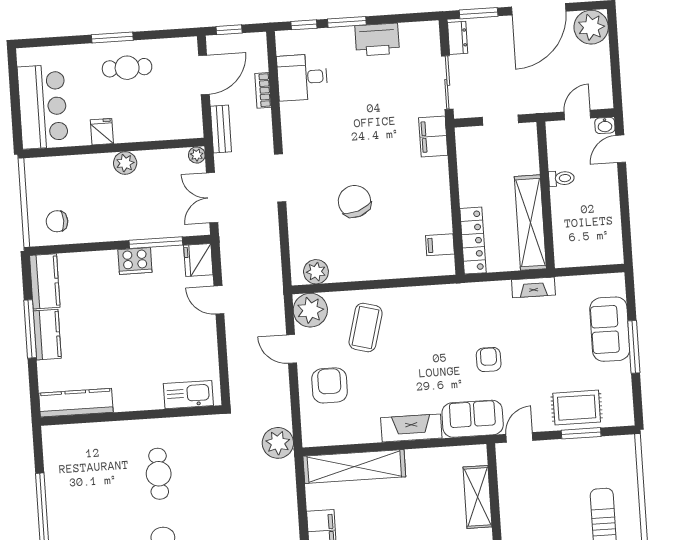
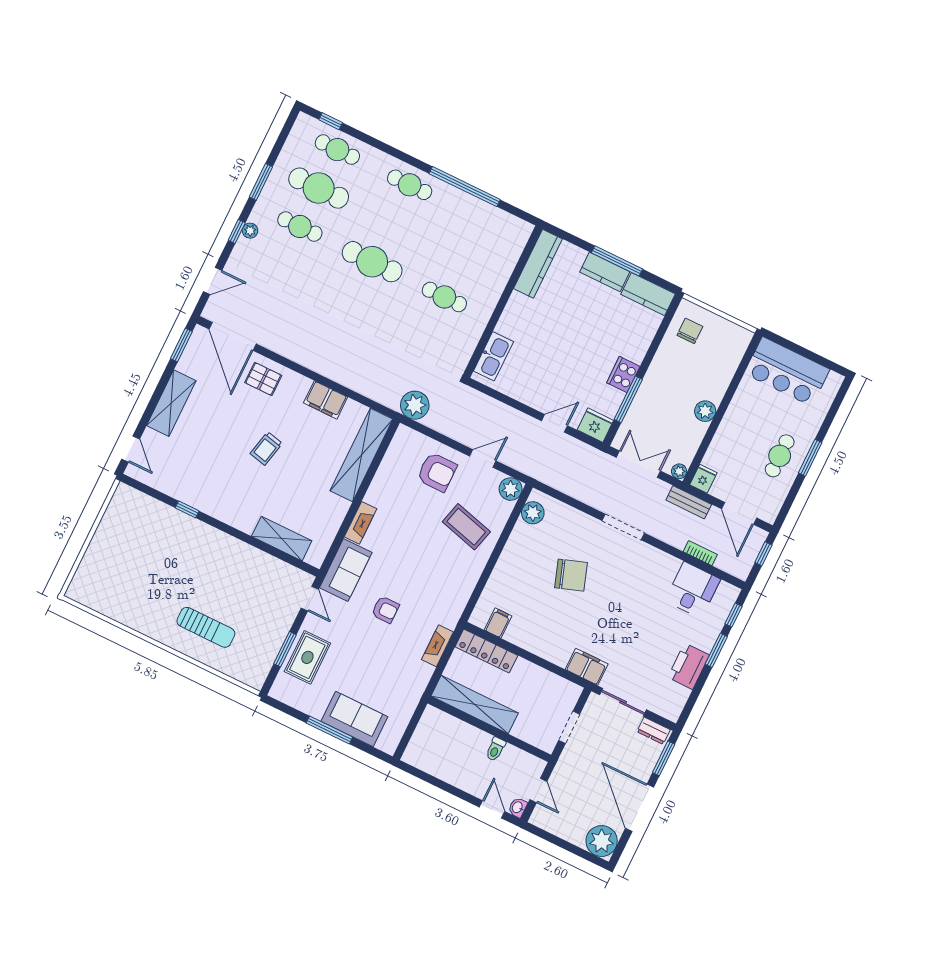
fridge: (102, 132) -> (703, 479), moved, turned -90
fireplace: (533, 287) -> (437, 646), moved
plant: (310, 310) -> (511, 489), width x0.73, depth x0.73
fireplace: (411, 428) -> (360, 523), width x0.73, depth x0.76

